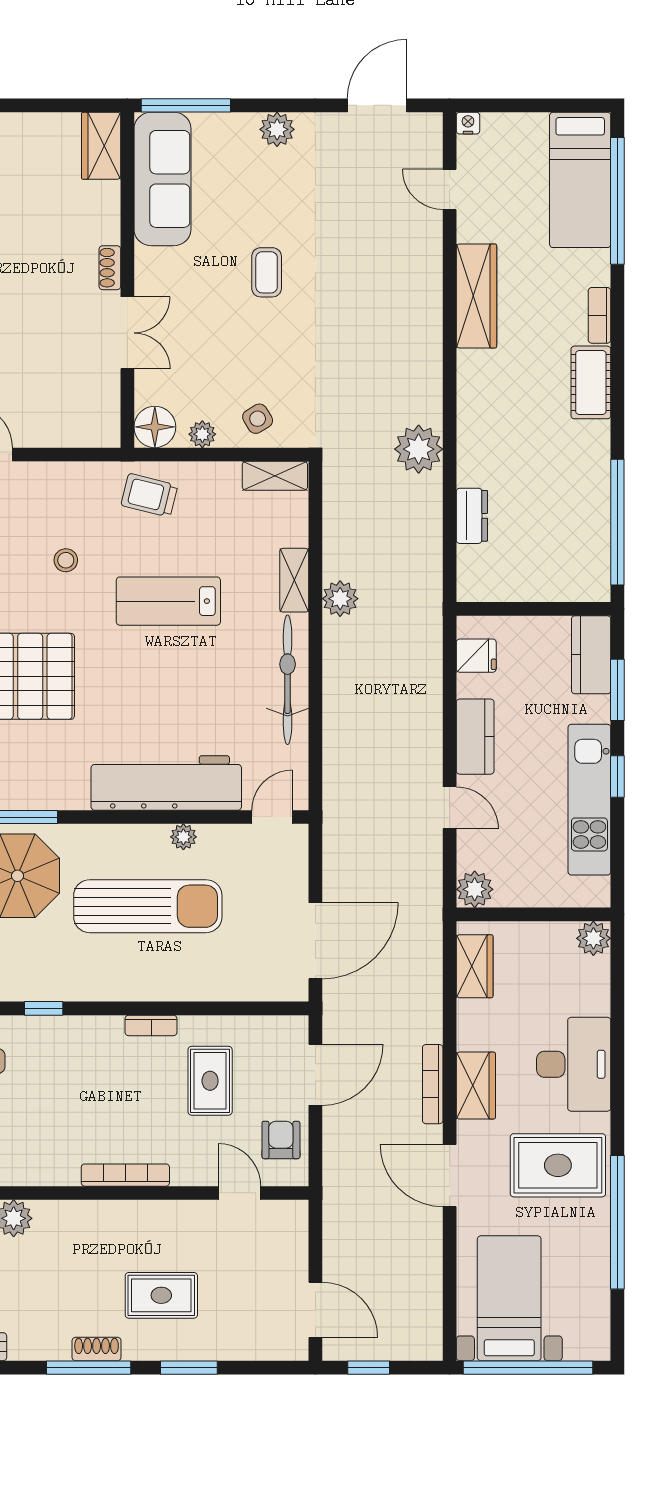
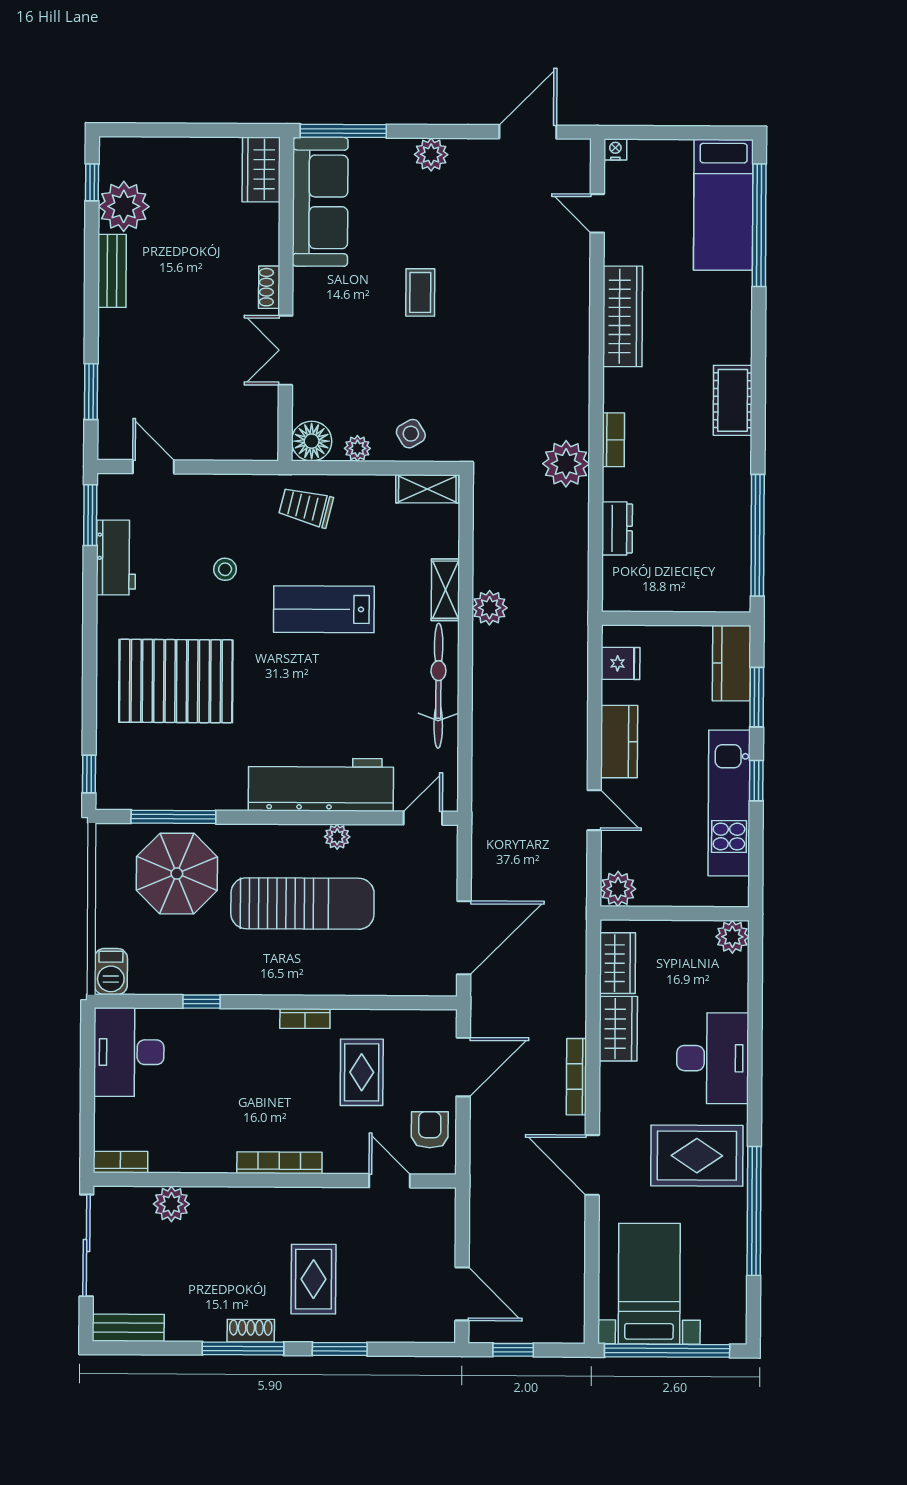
bookcase: (600, 315) -> (613, 440), moved, turned 180
double door: (127, 333) -> (286, 350), swing flipped
wardrobe: (476, 1086) -> (618, 1029), moved
rug: (161, 1295) -> (314, 1279), turned 90

